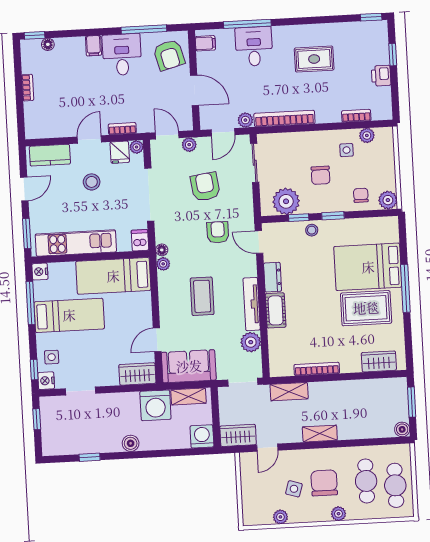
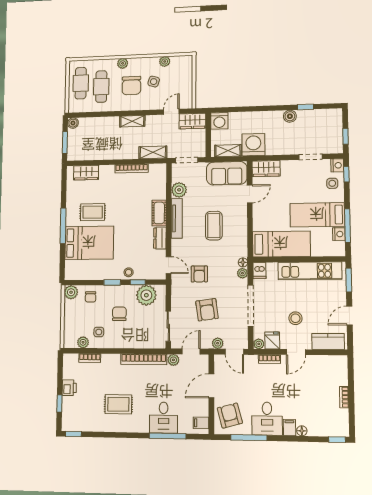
floor lamp: (48, 44) -> (302, 431), moved
door: (195, 90) -> (211, 386), hinge flipped
plant: (163, 264) -> (242, 273), moved
nightstand: (40, 272) -> (339, 234), moved
rug: (366, 308) -> (93, 212), width x0.73, depth x0.70
boiler: (131, 443) -> (290, 116), moved

